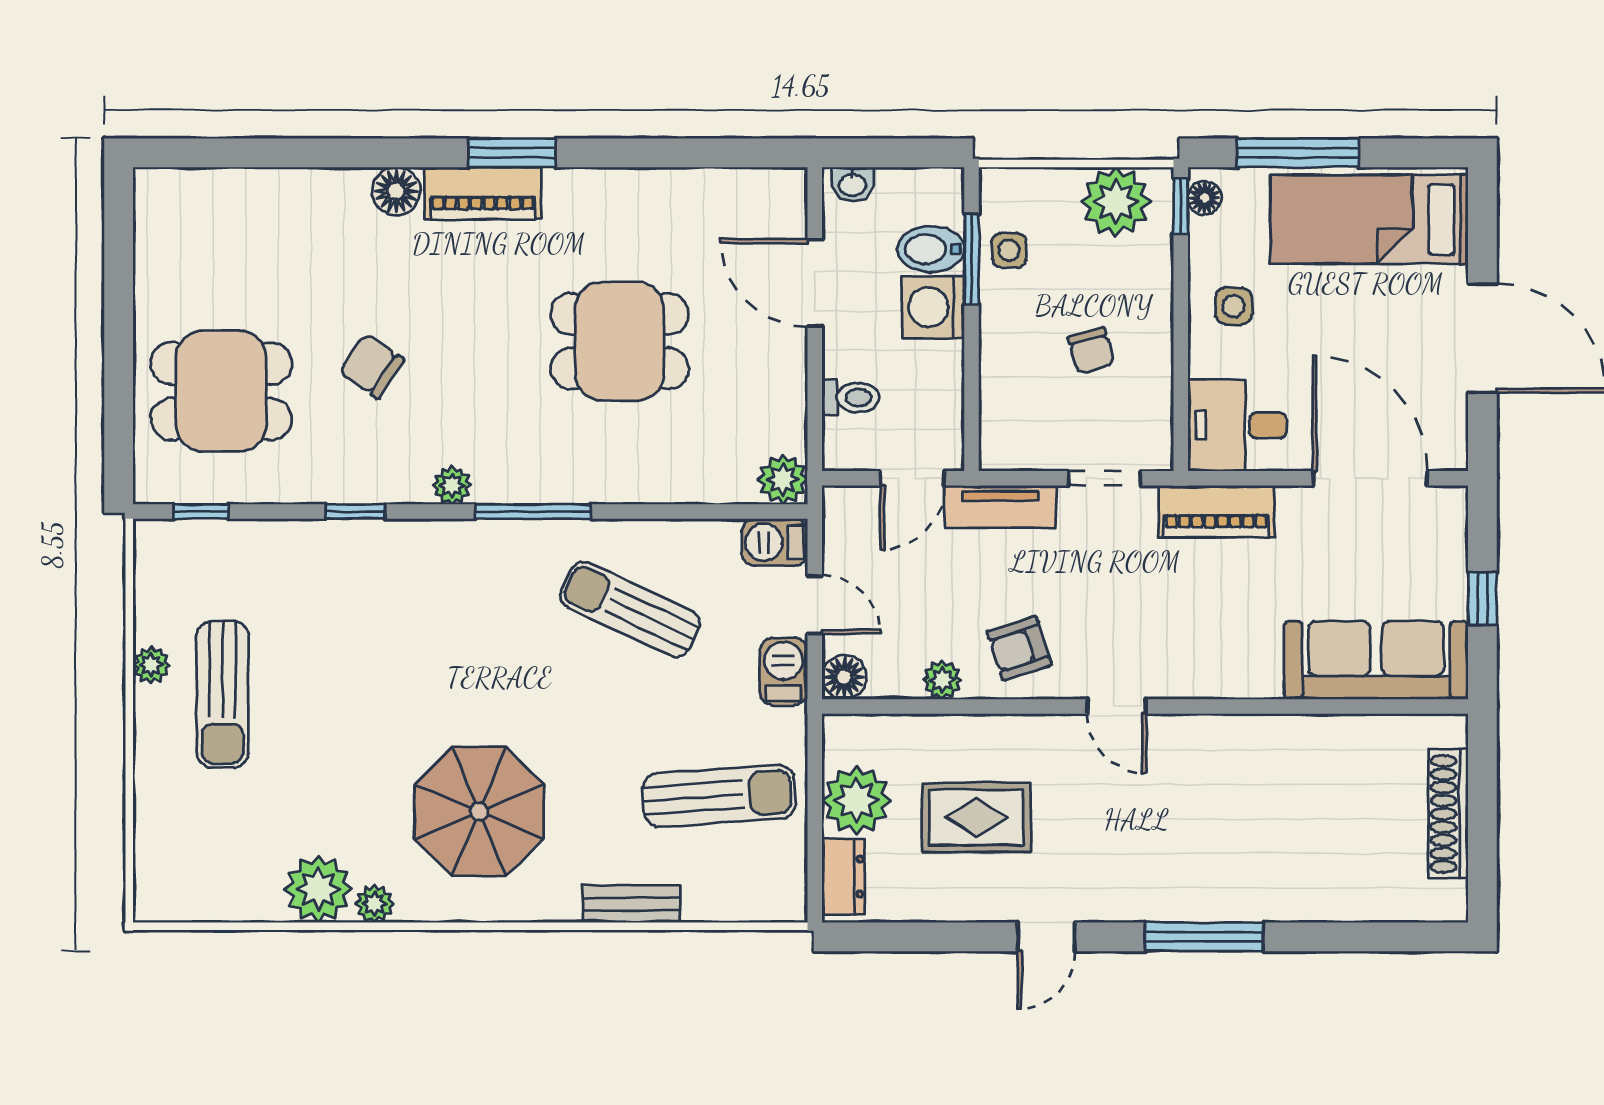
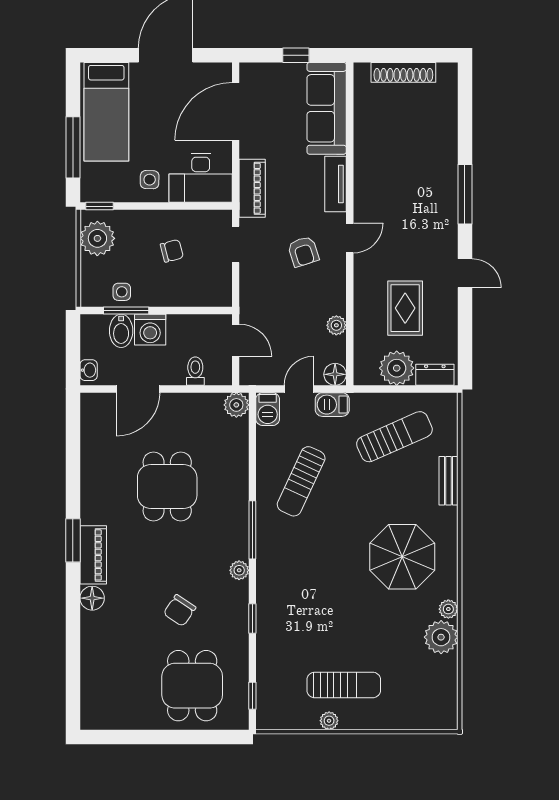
floor lamp: (1205, 198) -> (95, 194), removed
desk: (1237, 425) -> (201, 178), width x1.37
tv unit: (1000, 507) -> (336, 184), moved, turned 180
armchair: (1019, 648) -> (303, 252), moved
sun lounger: (719, 796) -> (394, 437), turned 70

